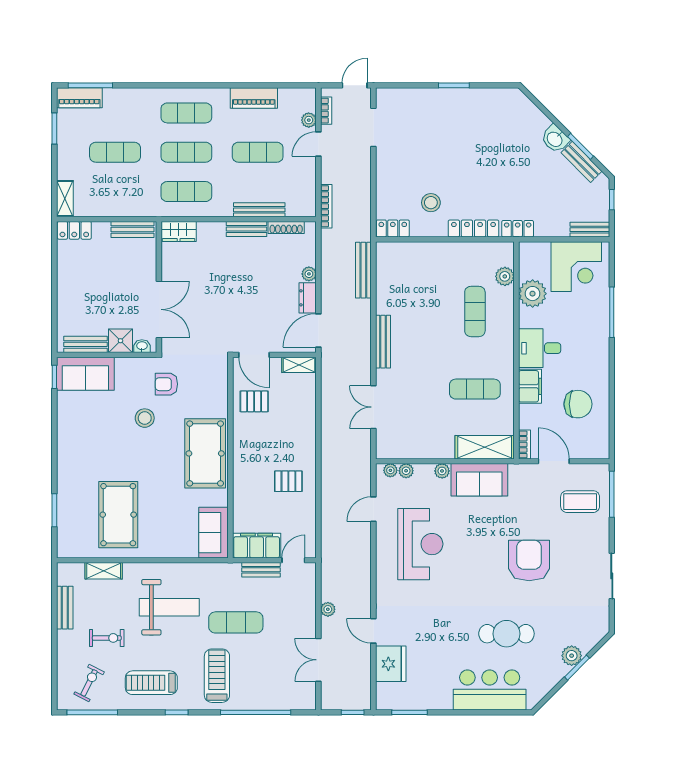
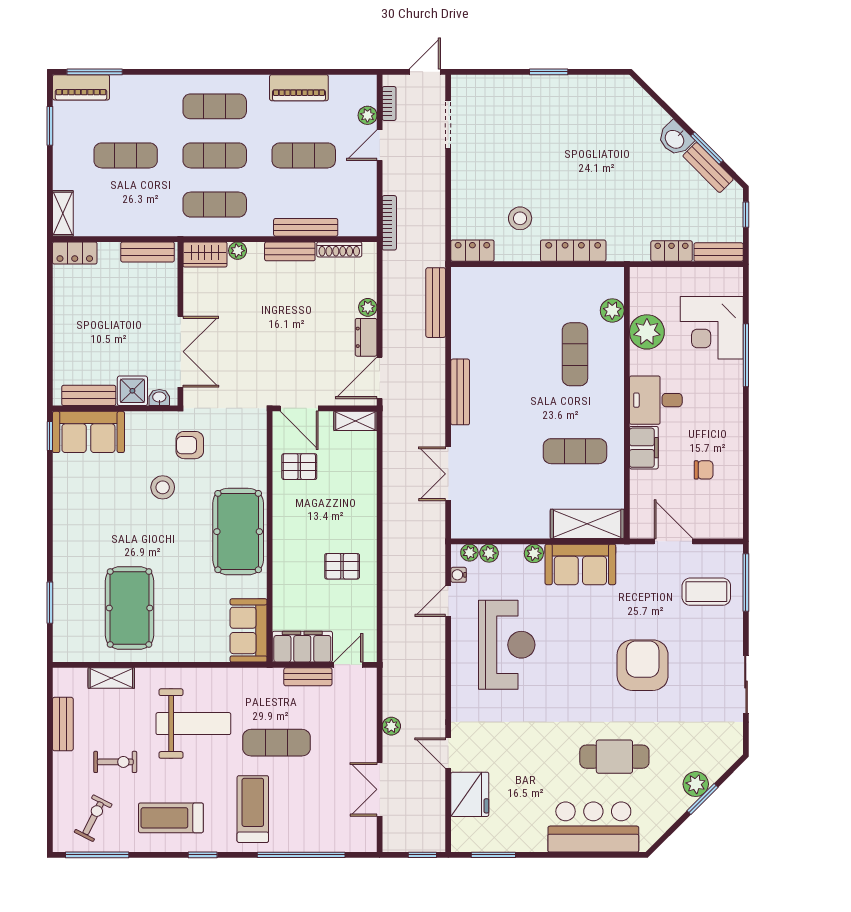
plant: (205, 228) -> (238, 251), added
locker: (518, 229) -> (672, 251), moved
corner desk: (576, 267) -> (712, 328), moved, turned 90
chair: (578, 404) -> (704, 470), width x0.54, depth x0.54
bookcase: (524, 444) -> (637, 520), removed
water cooler: (382, 488) -> (459, 575), added

